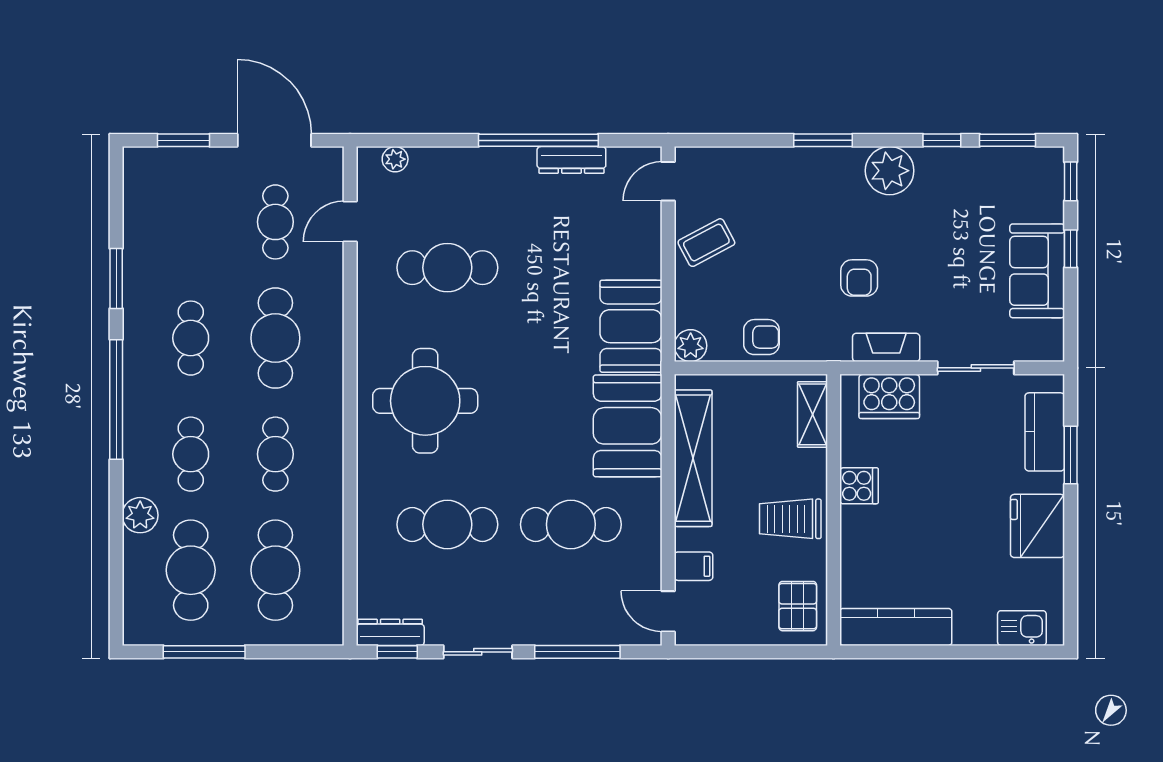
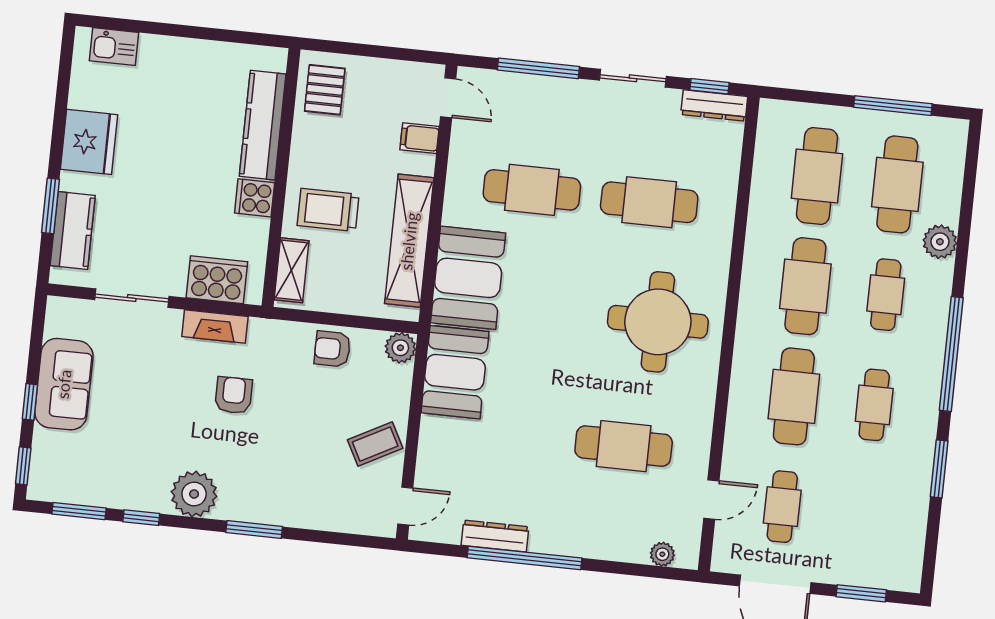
cafe table: (275, 454) -> (805, 286), width x1.37, depth x1.35
trolley: (790, 519) -> (328, 210), moved, turned 180
kitchen counter: (896, 627) -> (263, 125), moved, turned 90

